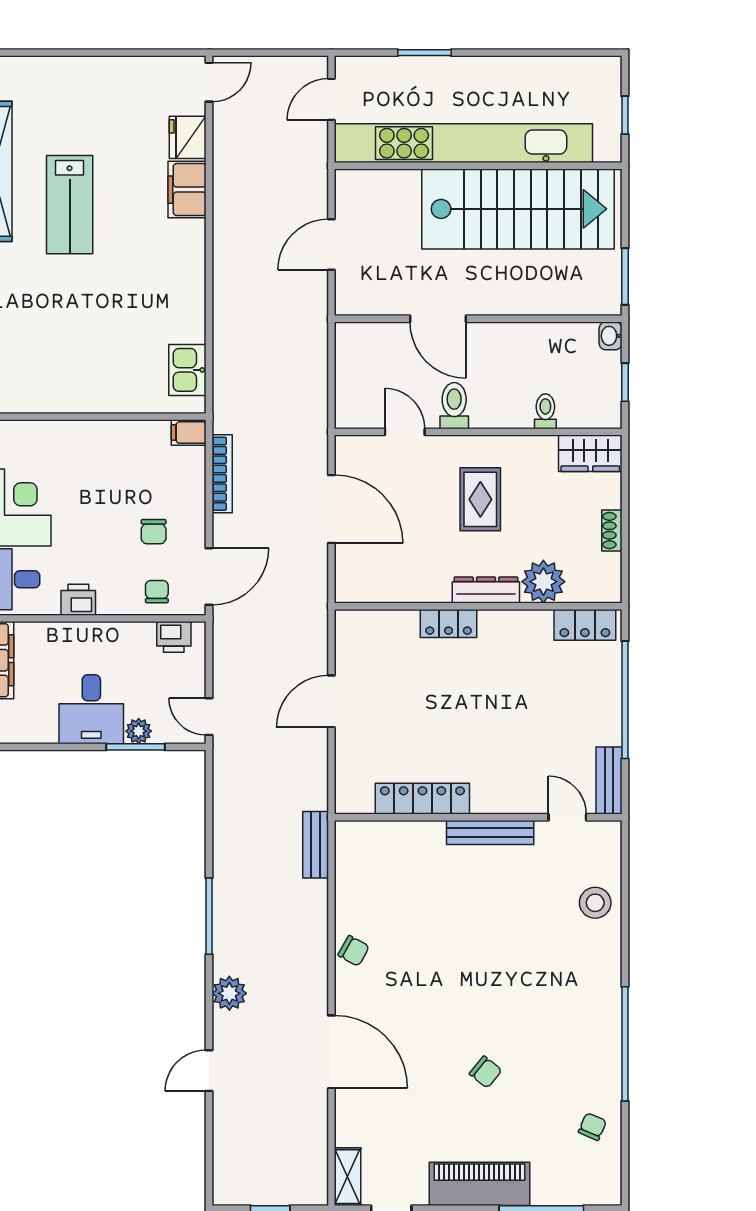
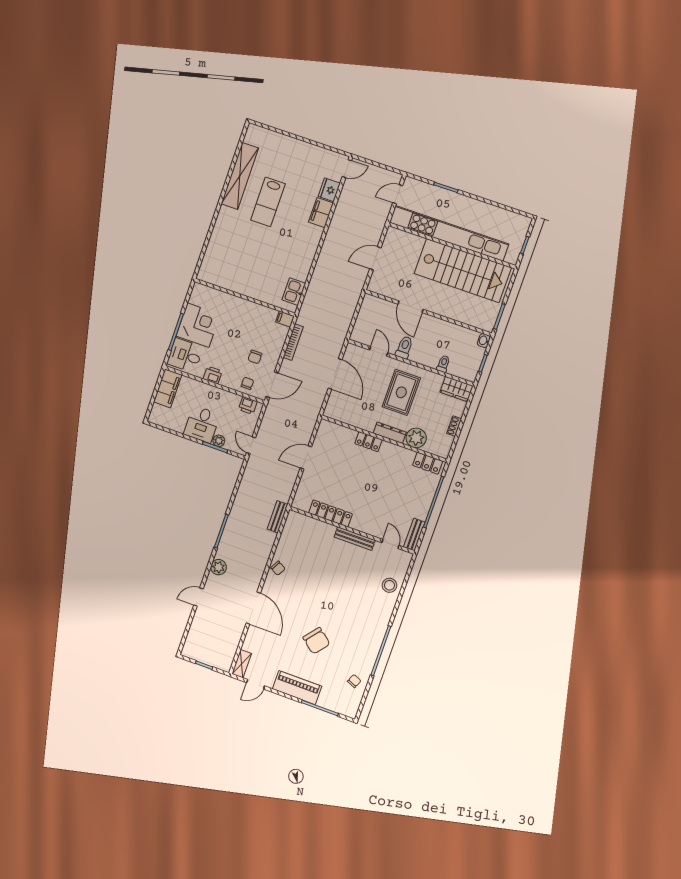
rug: (480, 499) -> (401, 392), width x1.36, depth x1.43
chair: (486, 1072) -> (316, 641), width x1.87, depth x1.87

